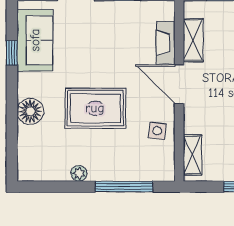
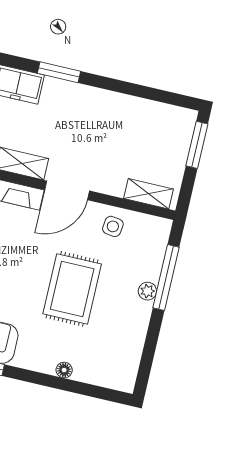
floor lamp: (30, 111) -> (64, 370), width x0.53, depth x0.53
plant: (79, 173) -> (147, 291), moved

